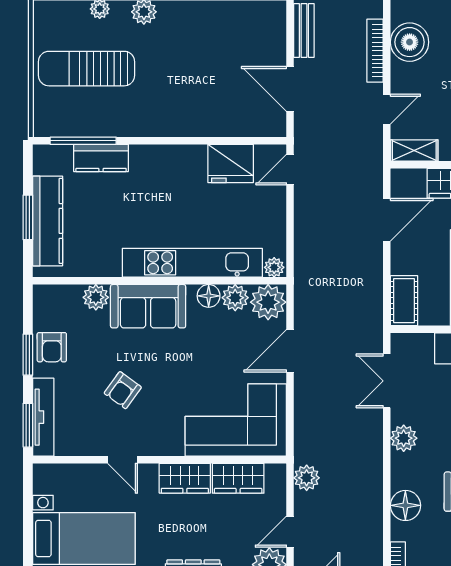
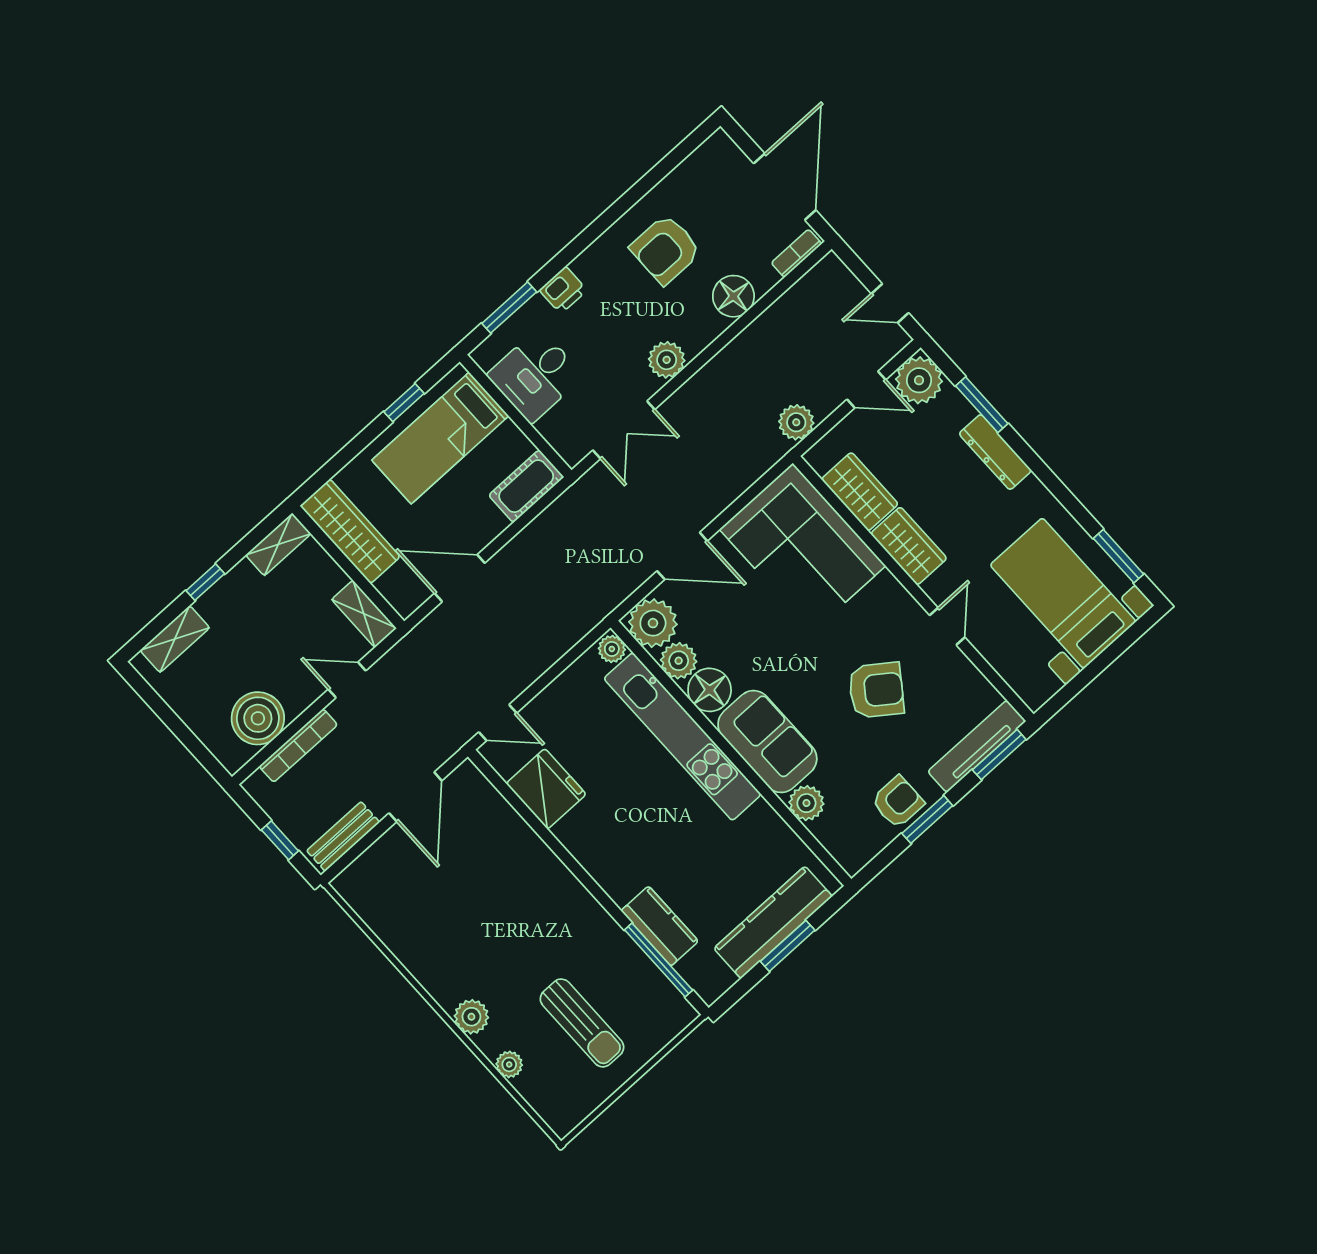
sun lounger: (87, 69) -> (582, 1023), width x0.73, depth x0.75
floor lamp: (209, 296) -> (710, 690), width x1.38, depth x1.38
armchair: (123, 390) -> (876, 690), width x1.38, depth x1.38

